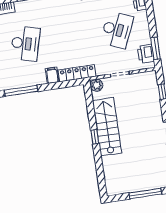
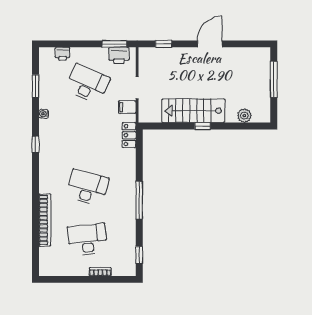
locker: (77, 73) -> (129, 135), width x0.66
filing cabinet: (52, 75) -> (127, 107), moved
plant: (96, 85) -> (244, 116), moved

